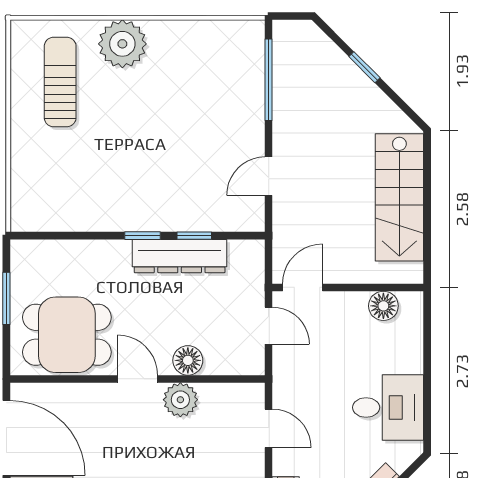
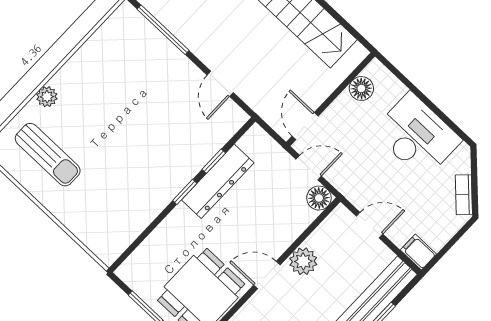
plant: (122, 44) -> (47, 97), width x0.53, depth x0.53
sun lounger: (60, 82) -> (48, 155), turned 180
floor lamp: (188, 360) -> (319, 198), moved
desk: (388, 407) -> (417, 136), width x1.37

